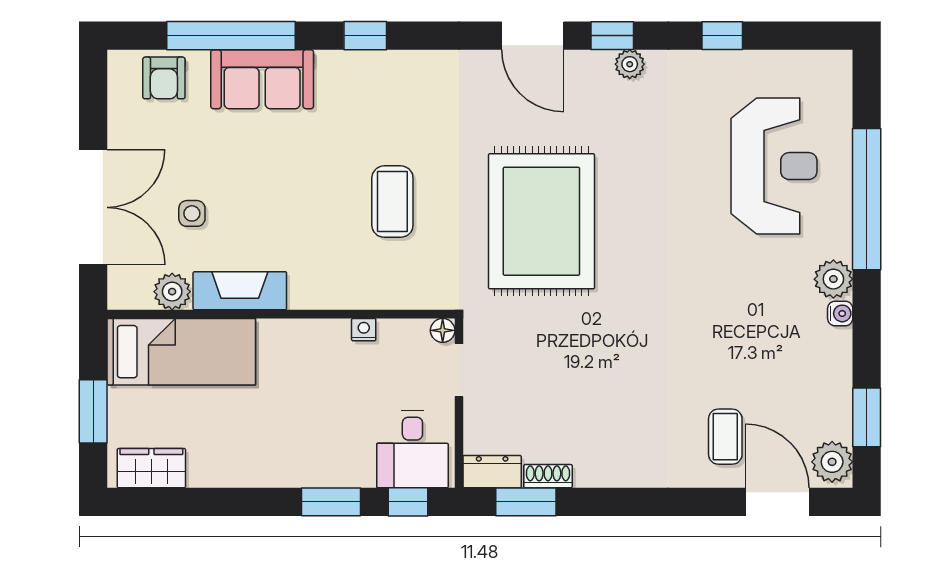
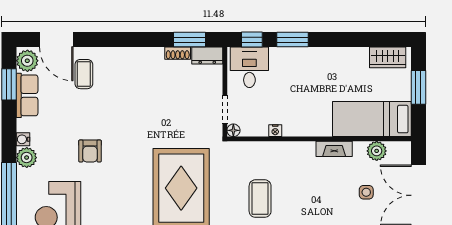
fireplace: (240, 291) -> (334, 149), width x0.73, depth x0.76
armchair: (714, 291) -> (90, 151), added
row of seats: (832, 396) -> (27, 95), added

